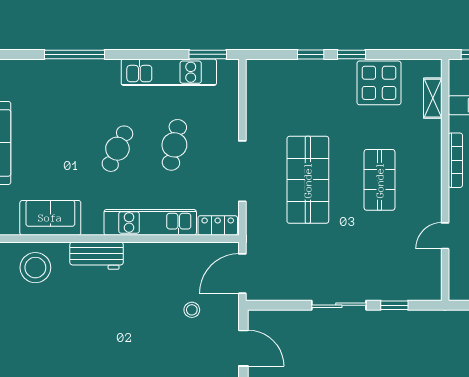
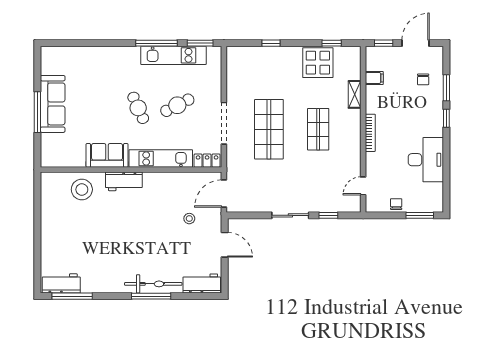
window: (74, 54) -> (156, 43), moved
window: (351, 54) -> (332, 43), moved
shelving: (433, 98) -> (355, 94), moved
cafe table: (174, 145) -> (177, 105), turned 52
cafe table: (117, 149) -> (138, 108), turned -49
bookcase: (455, 160) -> (370, 133), moved
sofa: (50, 218) -> (107, 155), moved
door: (445, 236) -> (363, 186), moved

